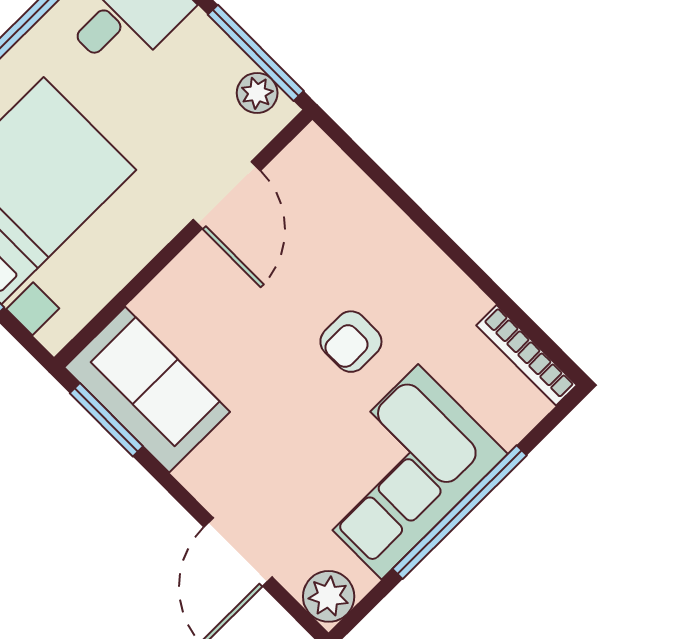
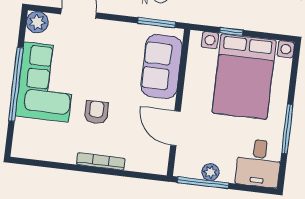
plant: (257, 93) -> (210, 172), moved
bookcase: (526, 355) -> (101, 161), moved
sofa: (147, 390) -> (162, 66), moved, turned 90

